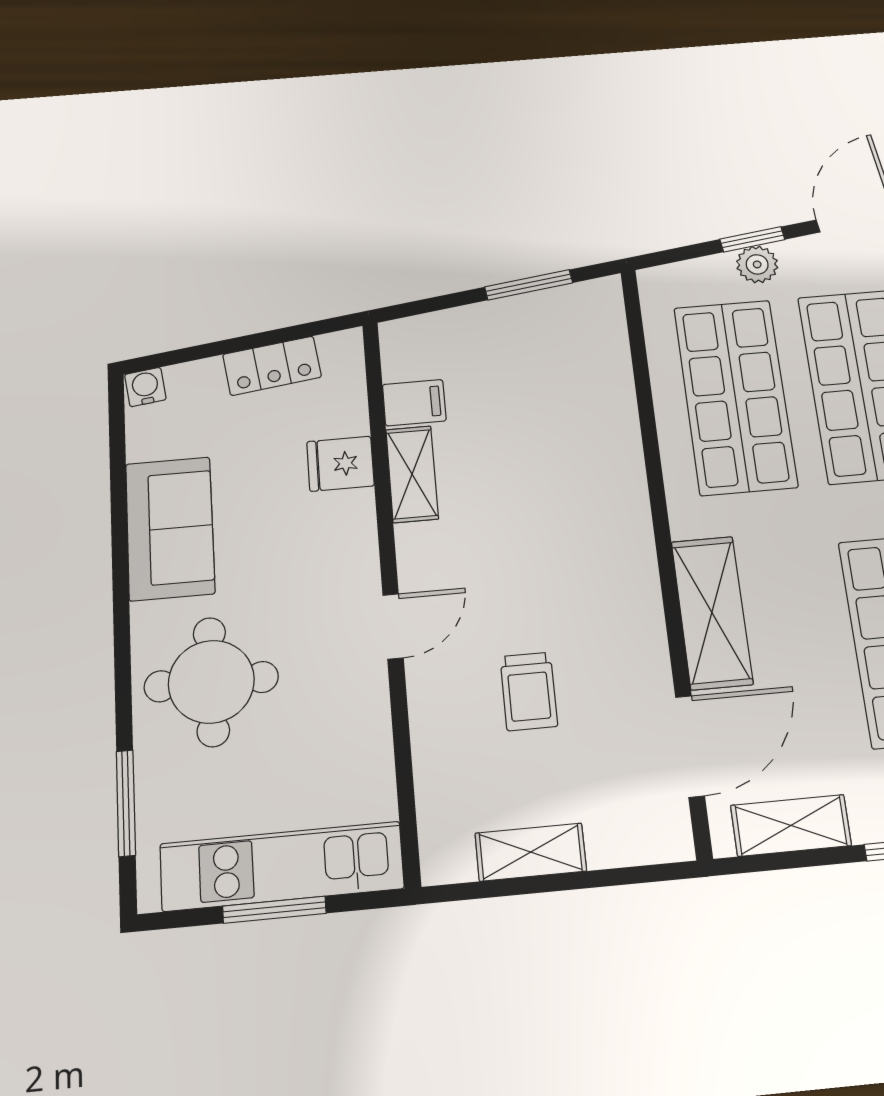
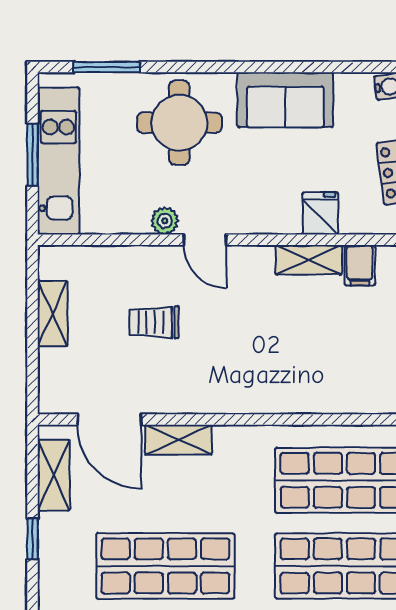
shelving: (712, 612) -> (178, 440), width x0.67, depth x0.75
plant: (368, 690) -> (165, 221), added

